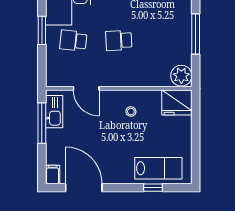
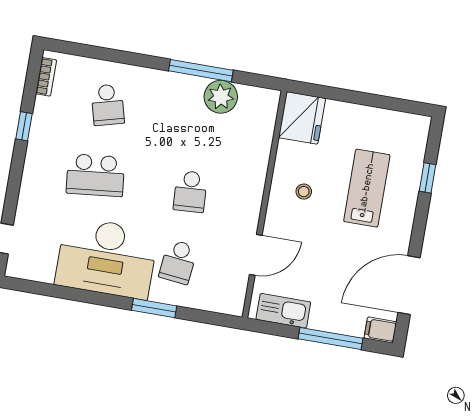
plant: (181, 76) -> (221, 97), moved
window: (42, 123) -> (330, 338), moved
lab bench: (158, 168) -> (367, 188), moved

